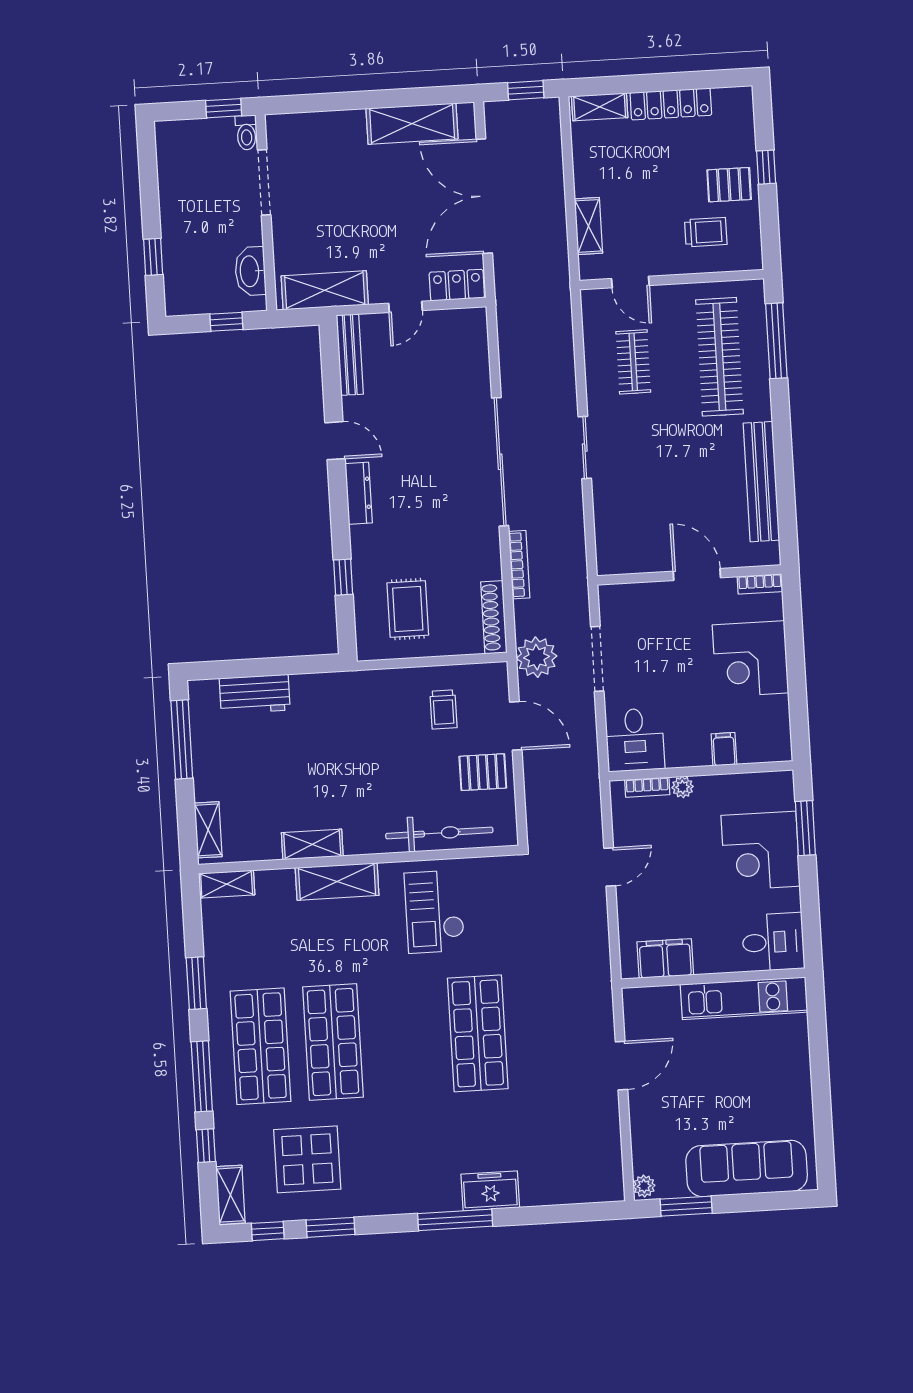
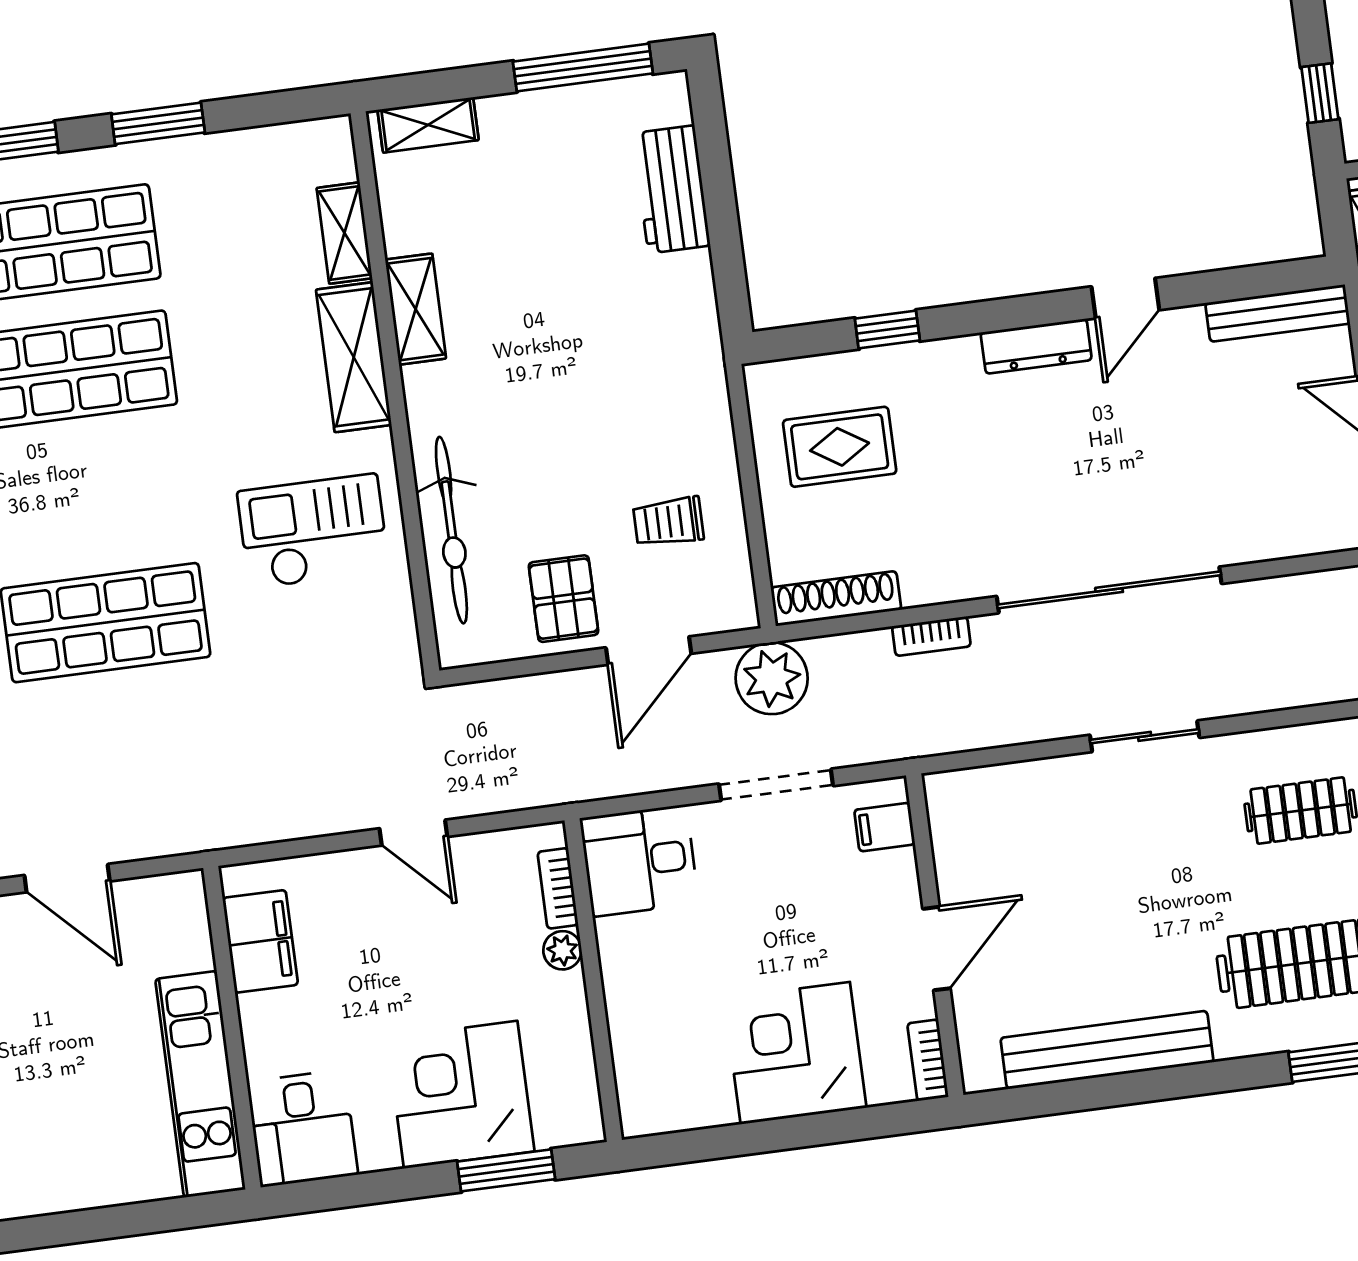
bookcase: (519, 565) -> (931, 636), width x0.64
filing cabinet: (724, 749) -> (885, 827), moved, turned 180
shelving: (227, 884) -> (344, 233), moved

